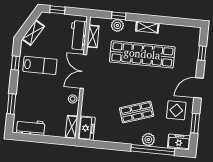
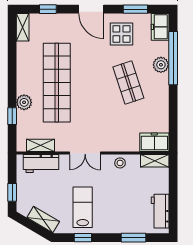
plant: (117, 25) -> (24, 102), moved
shelving: (147, 27) -> (23, 27), moved
double door: (83, 72) -> (85, 153), width x0.73

